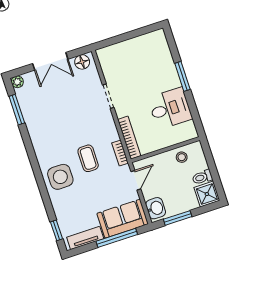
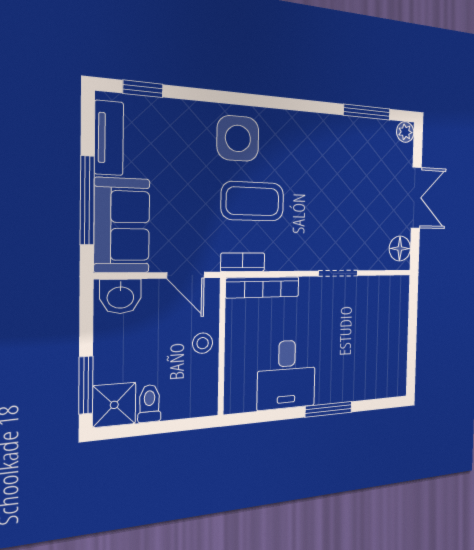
double door: (50, 61) -> (416, 198), swing flipped
stool: (182, 157) -> (203, 343), moved
coffee table: (88, 158) -> (253, 201), width x1.36, depth x1.30
window: (178, 218) -> (86, 385), moved

